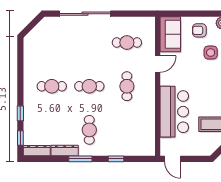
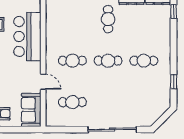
door: (158, 64) -> (43, 82), swing flipped
cafe table: (127, 86) -> (72, 61), turned 90
window: (20, 113) -> (174, 82), moved

